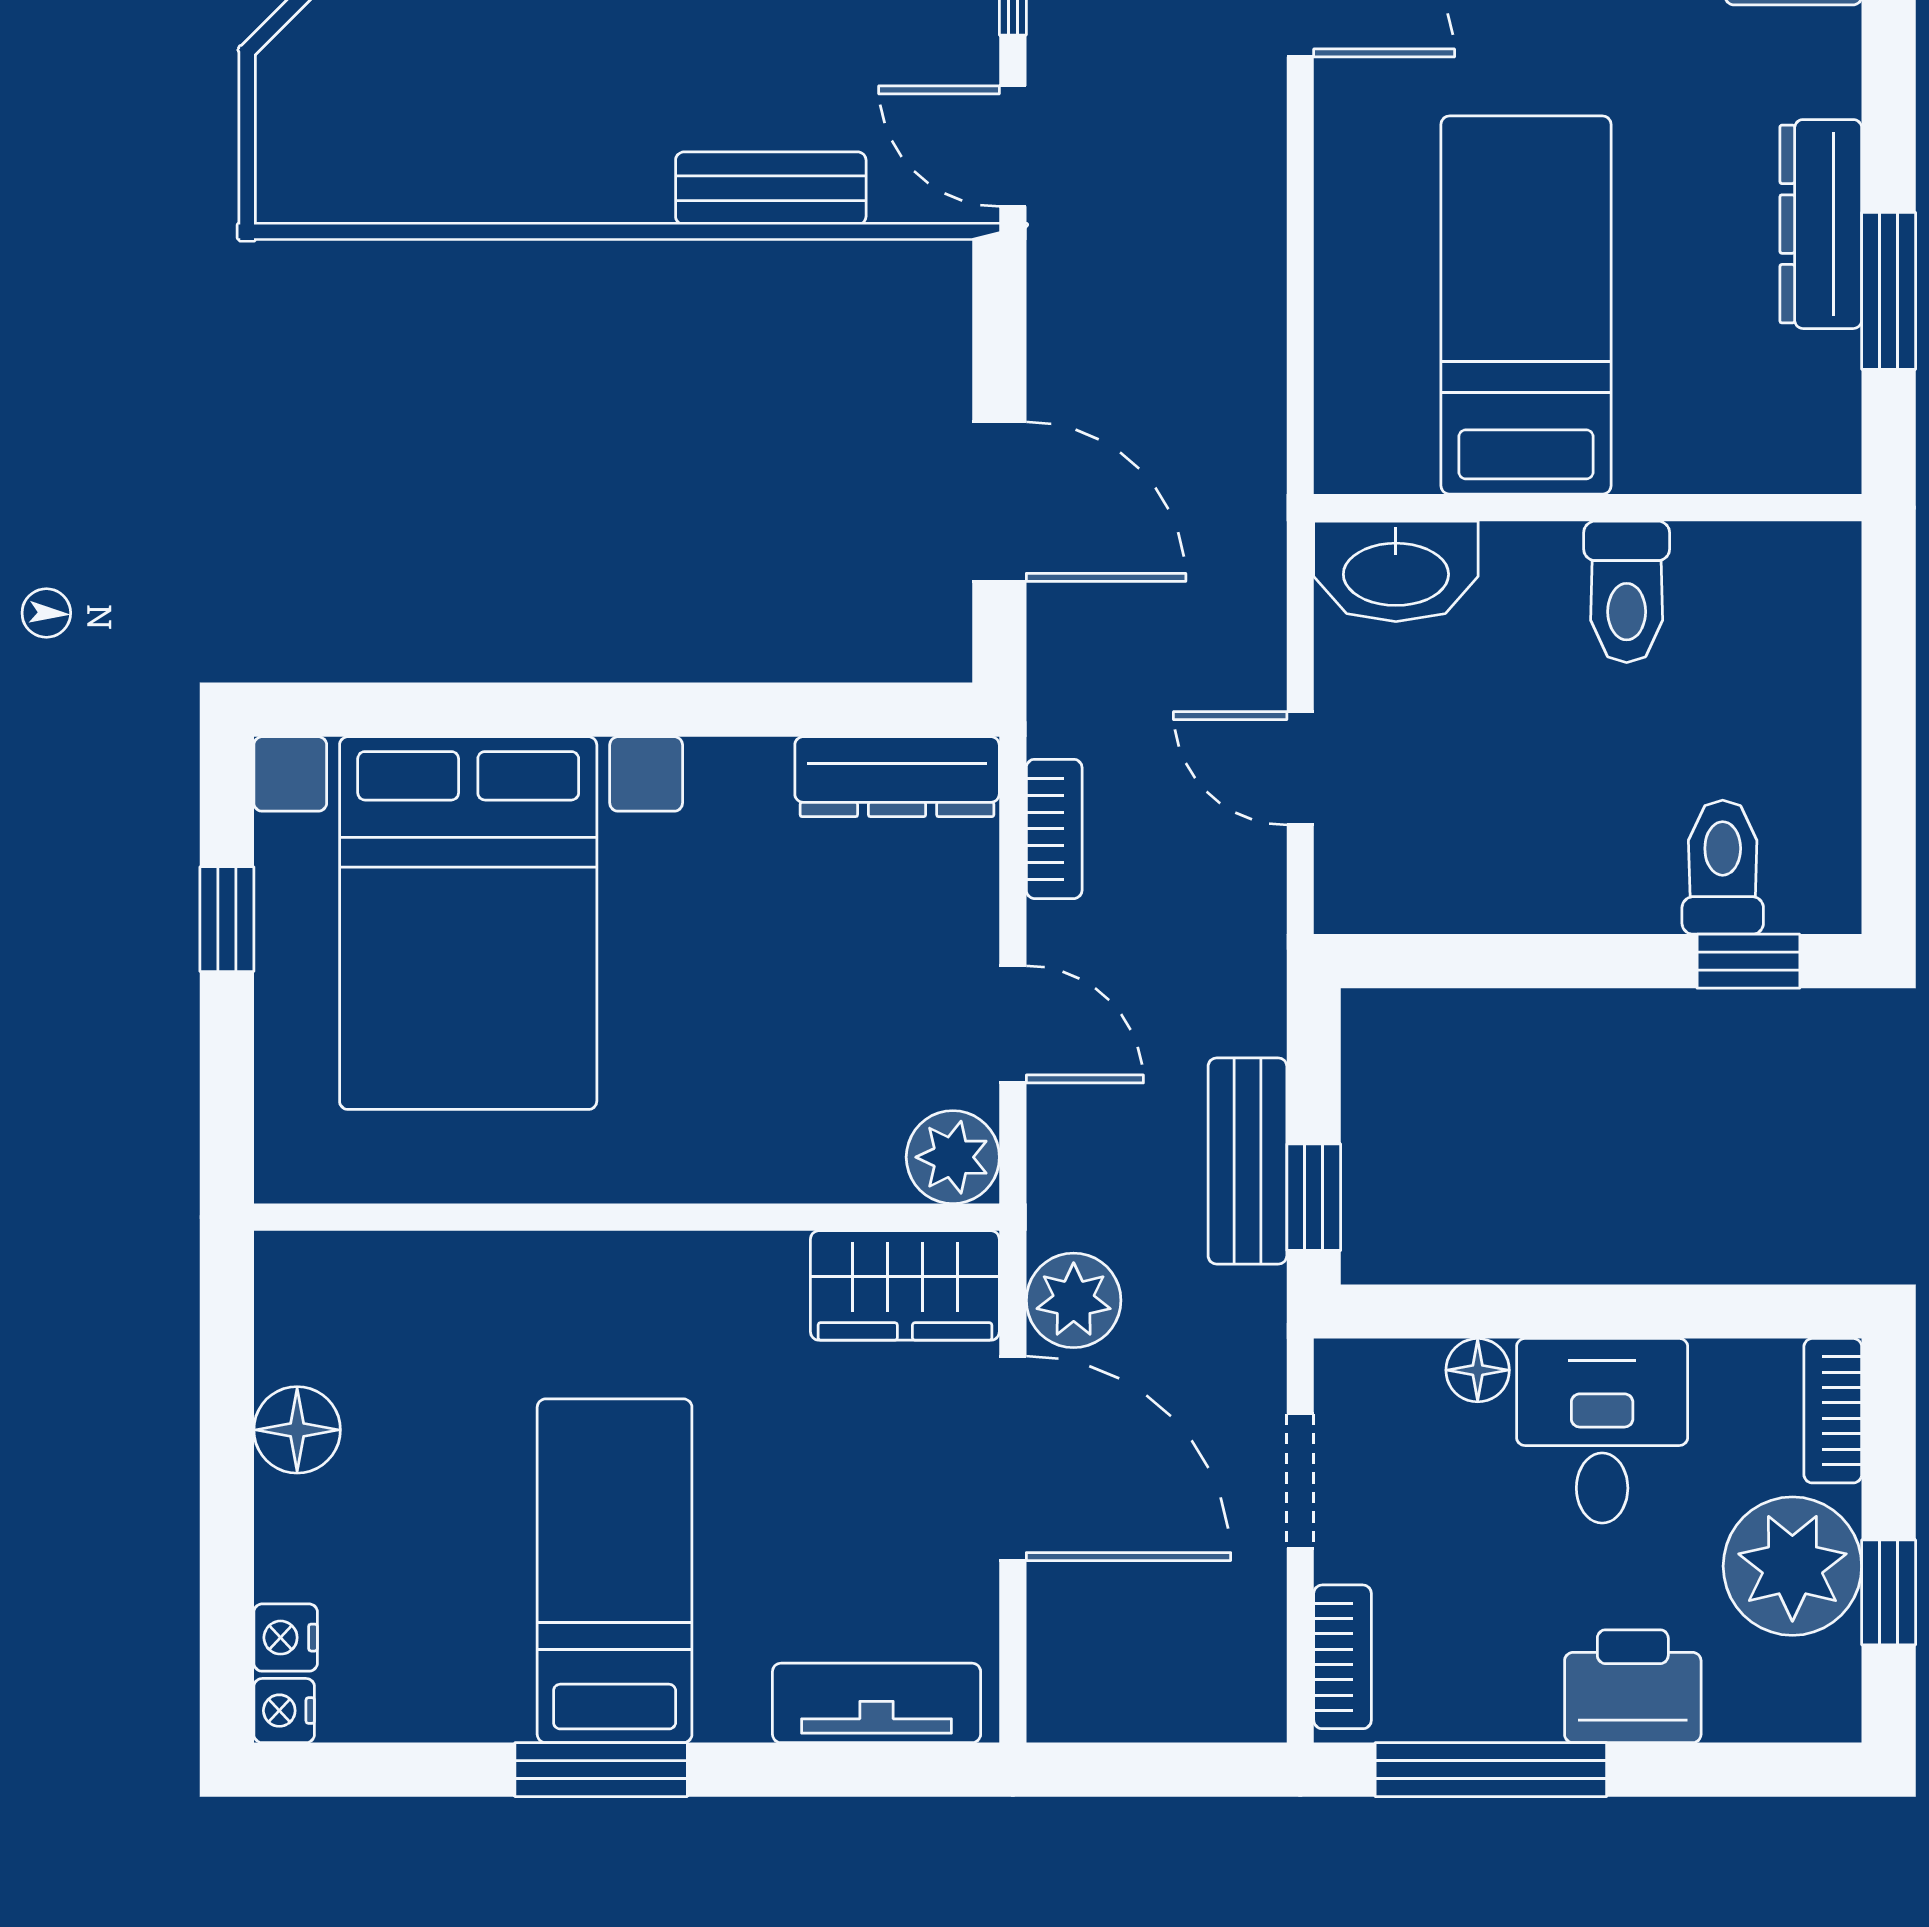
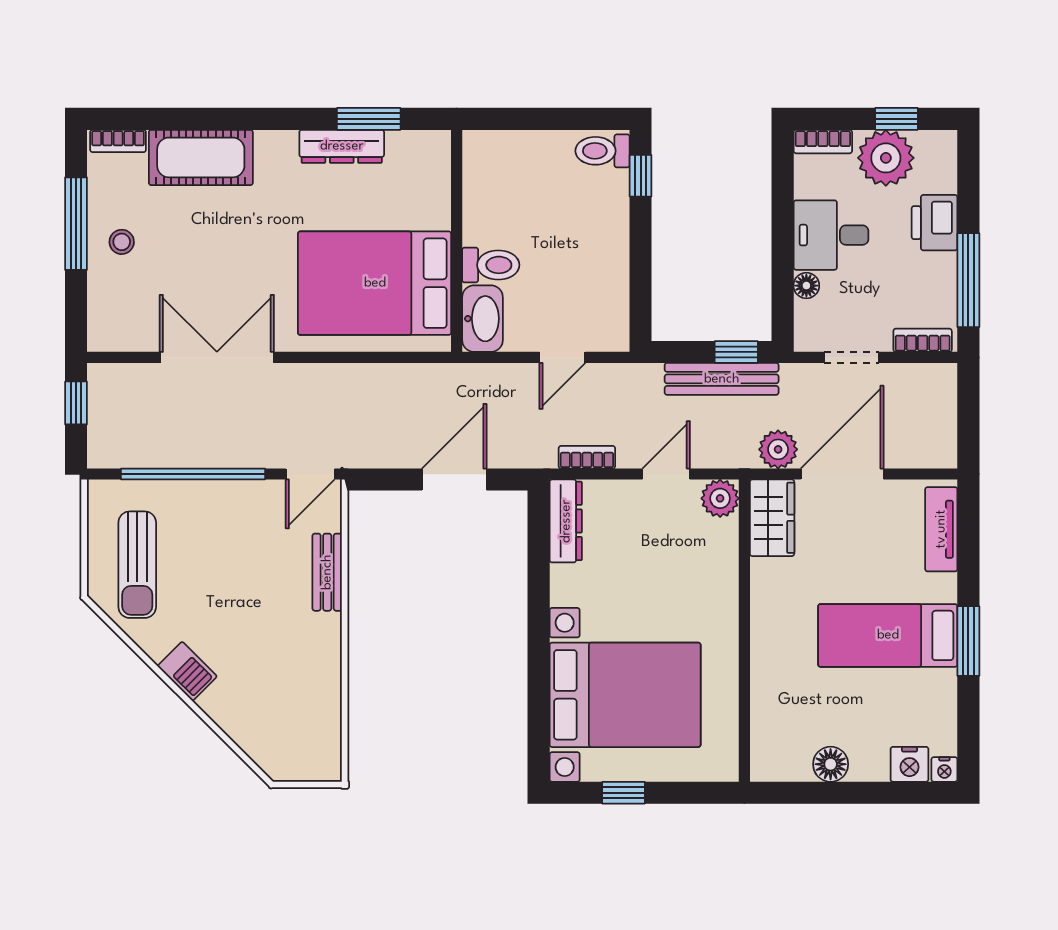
bed: (1526, 305) -> (375, 283), width x1.50
toilet: (1627, 592) -> (491, 265), moved
toilet: (1723, 867) -> (602, 151), moved
bench: (1247, 1161) -> (722, 379), width x1.36
nightstand: (286, 1638) -> (909, 764), width x1.39, depth x1.35

